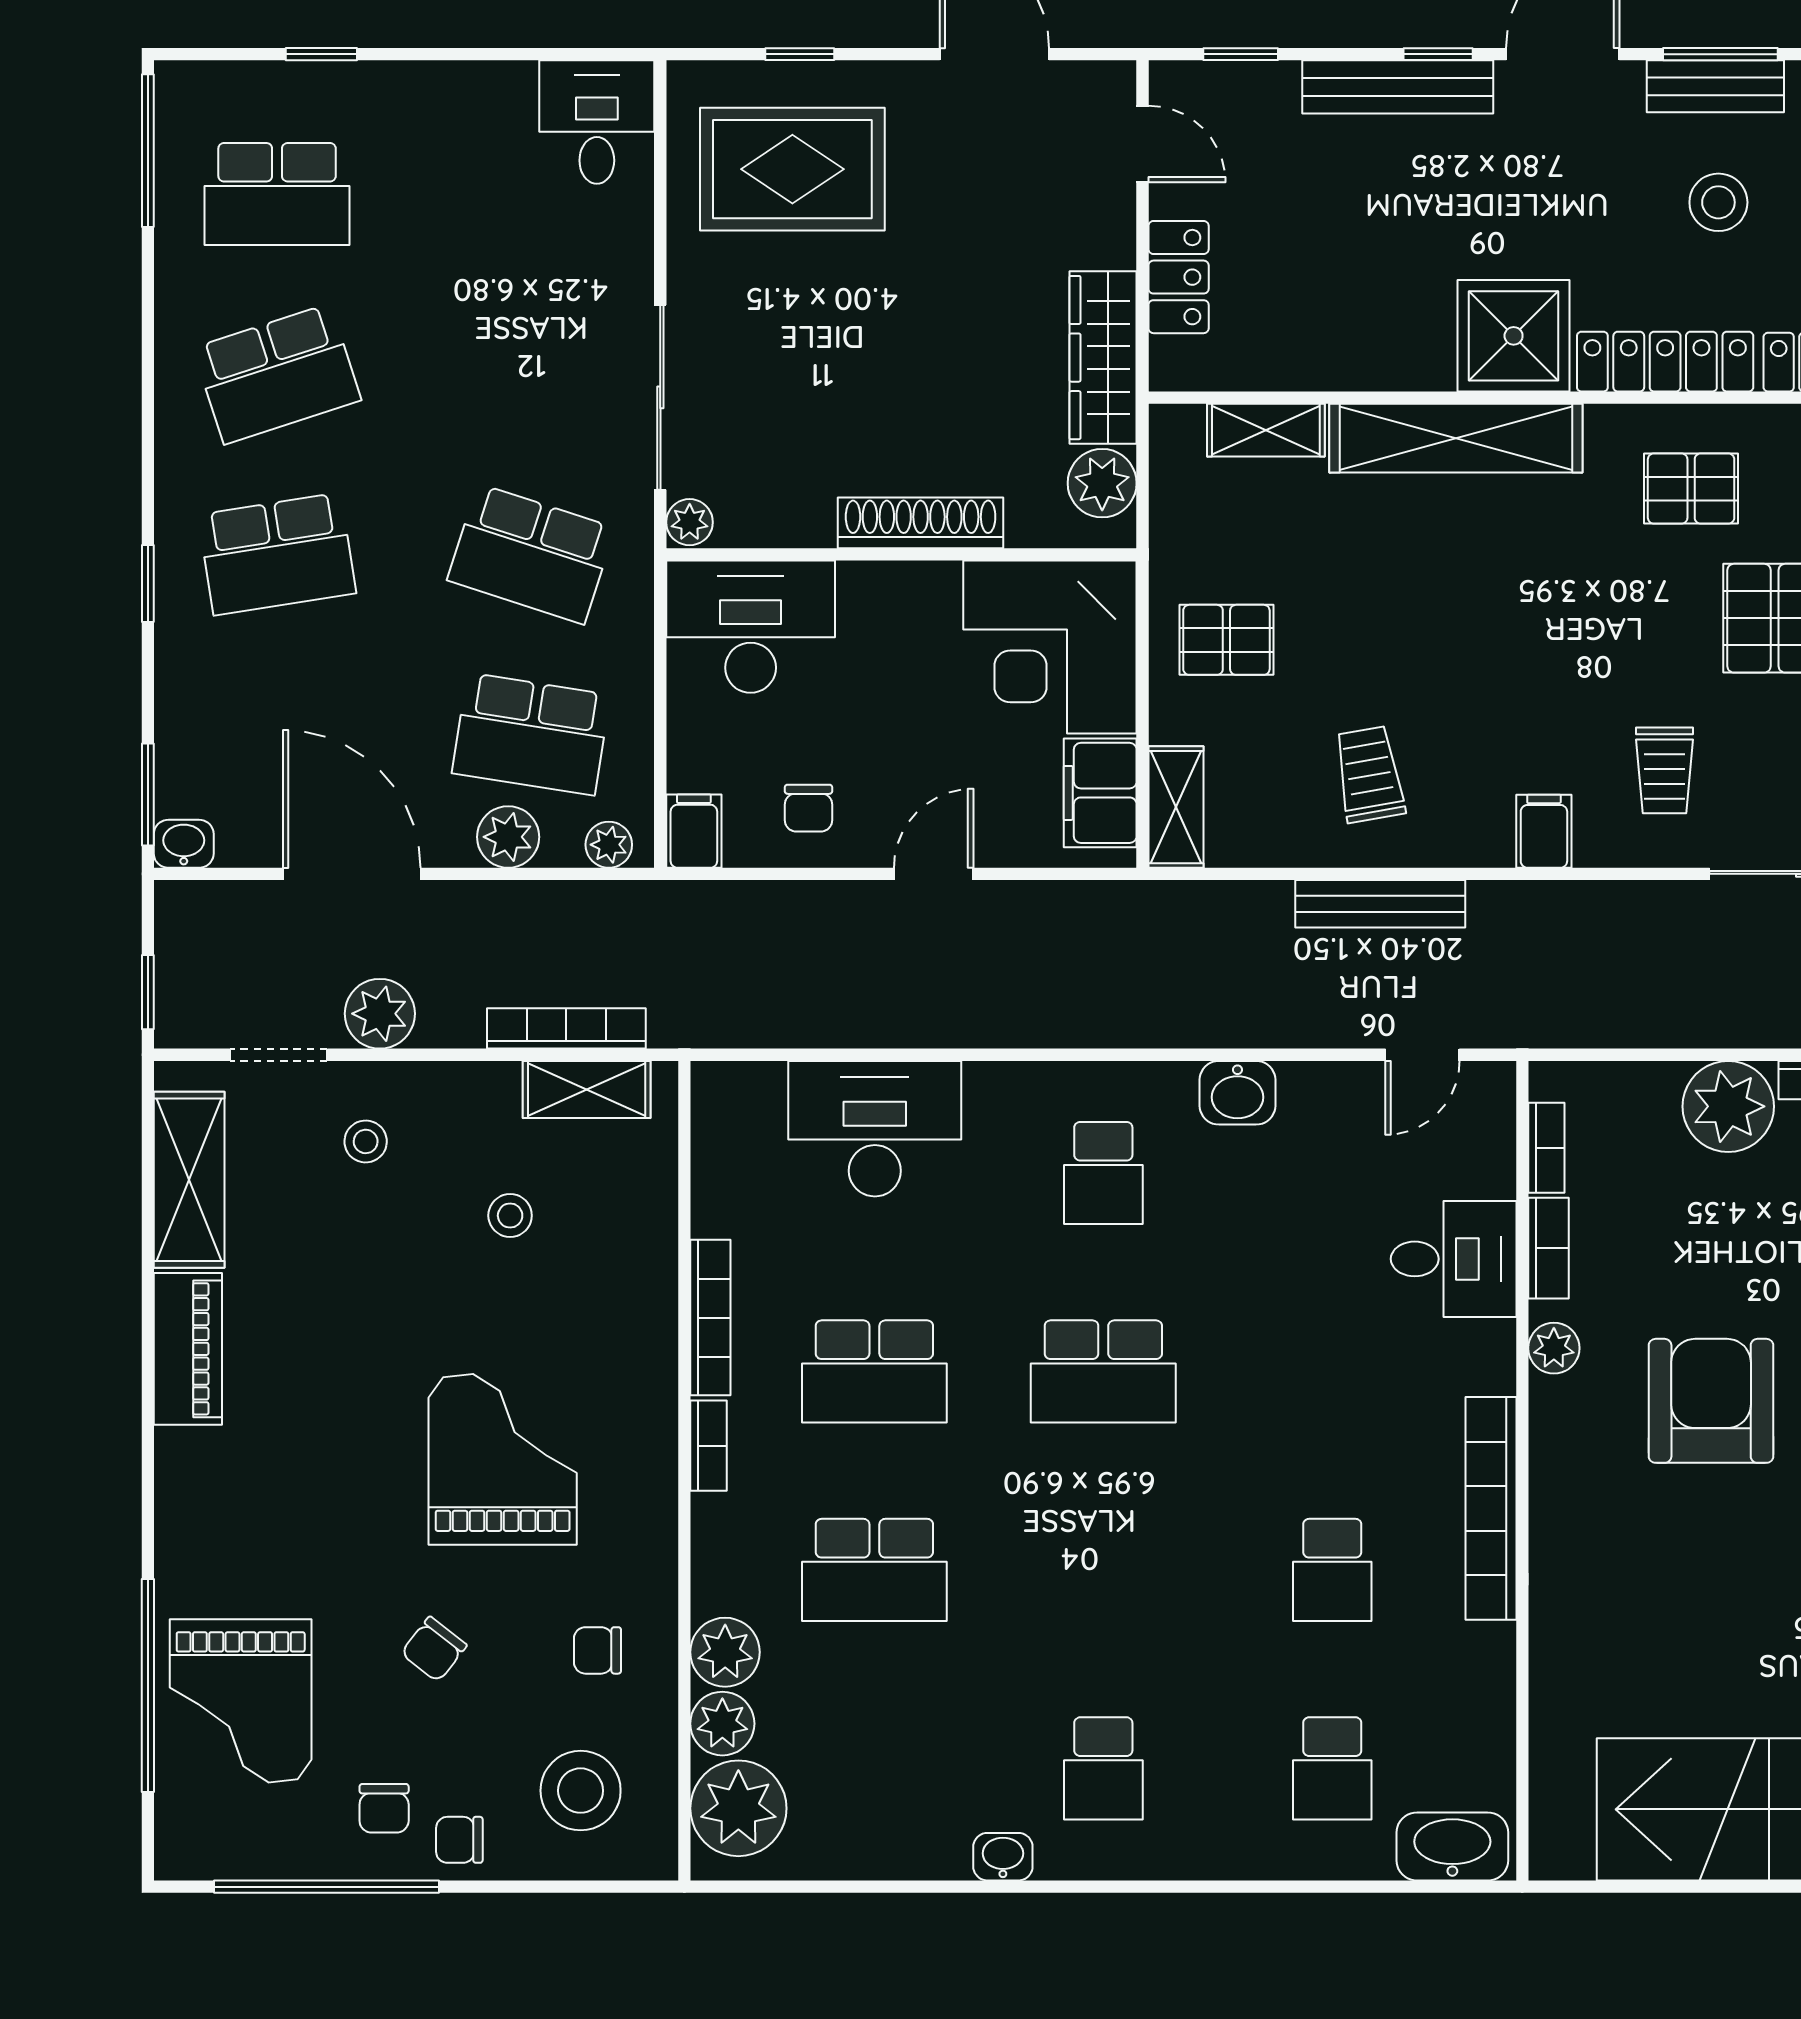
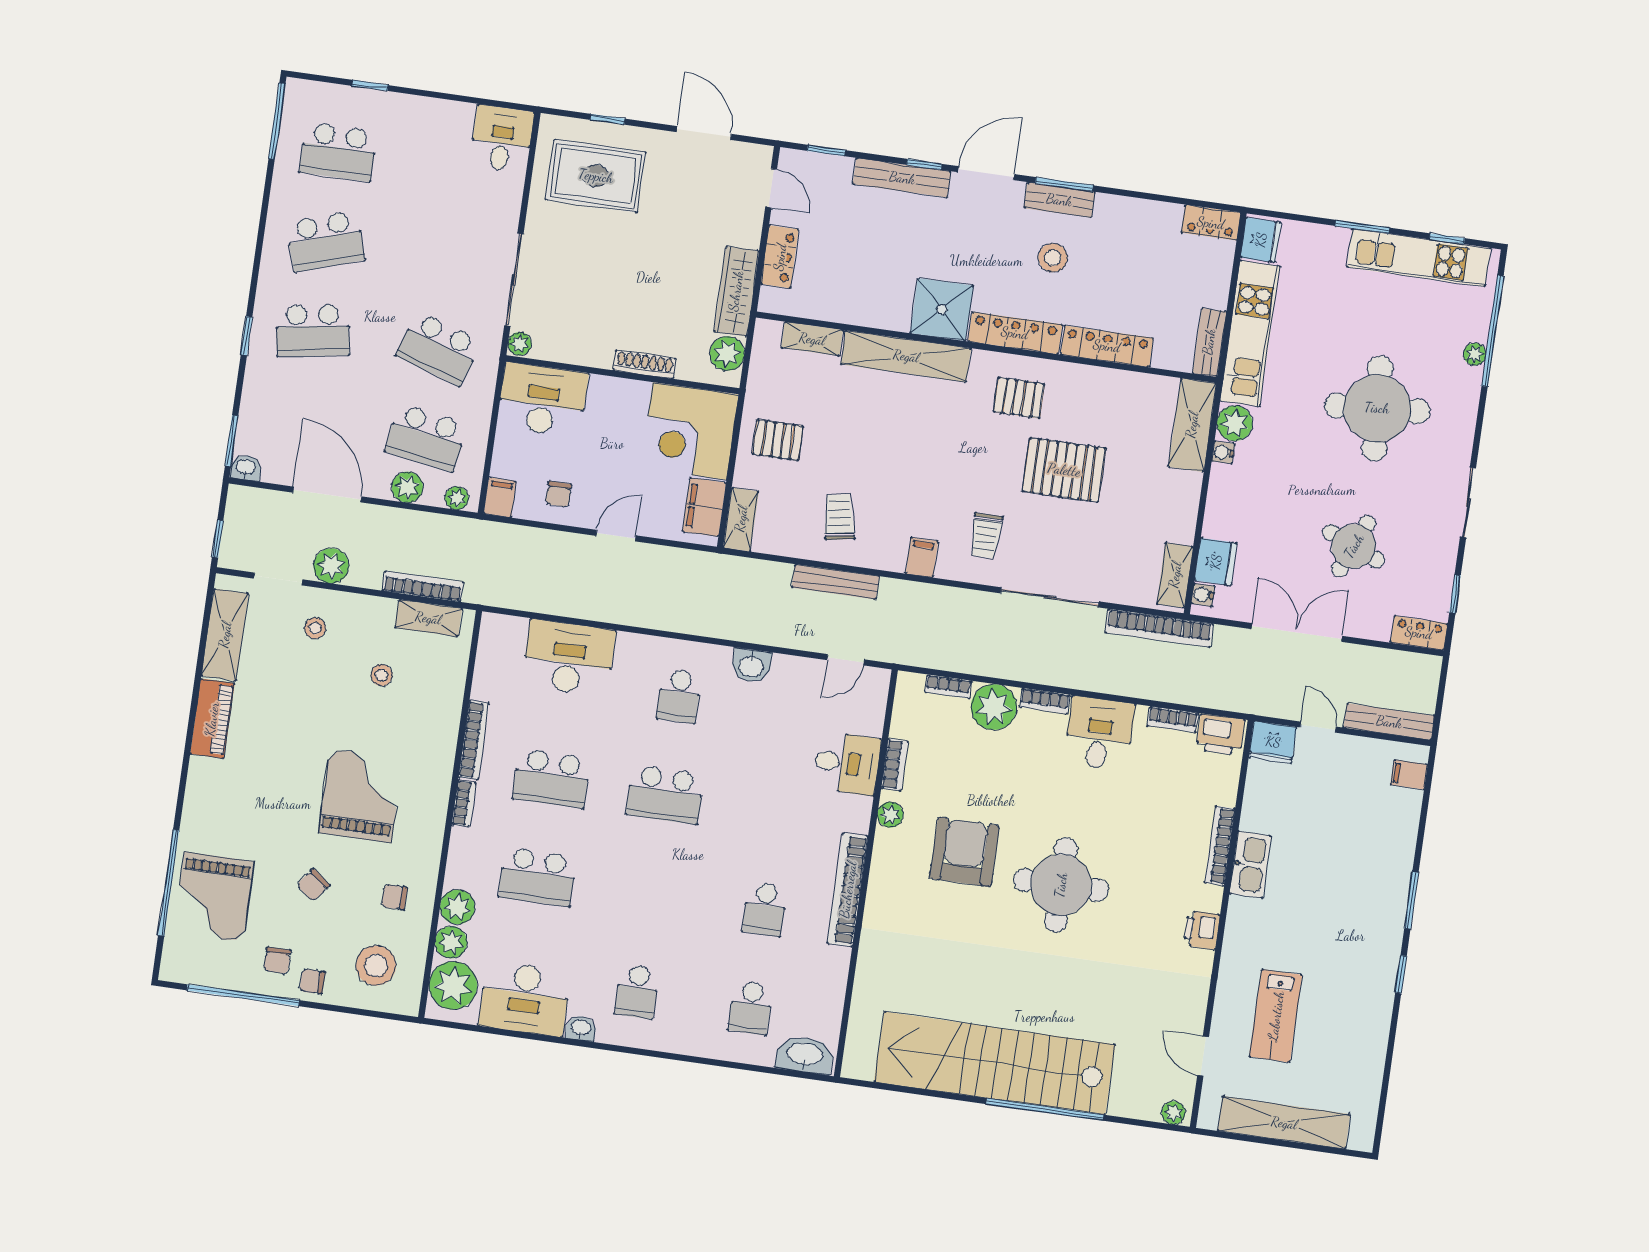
shoe rack: (921, 523) -> (645, 364), width x0.74, depth x0.81
bookcase: (1546, 1148) -> (948, 687), moved, turned 90
desk: (884, 1814) -> (525, 999), added

